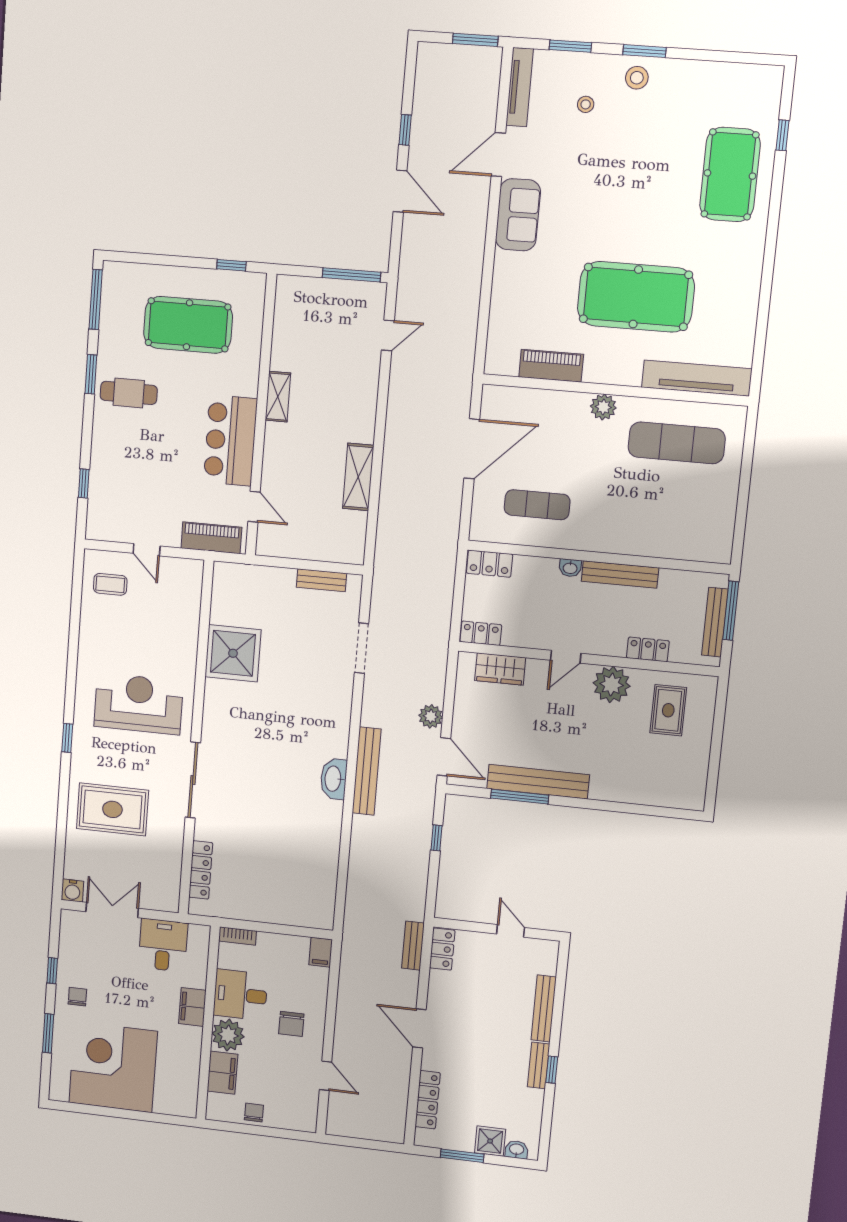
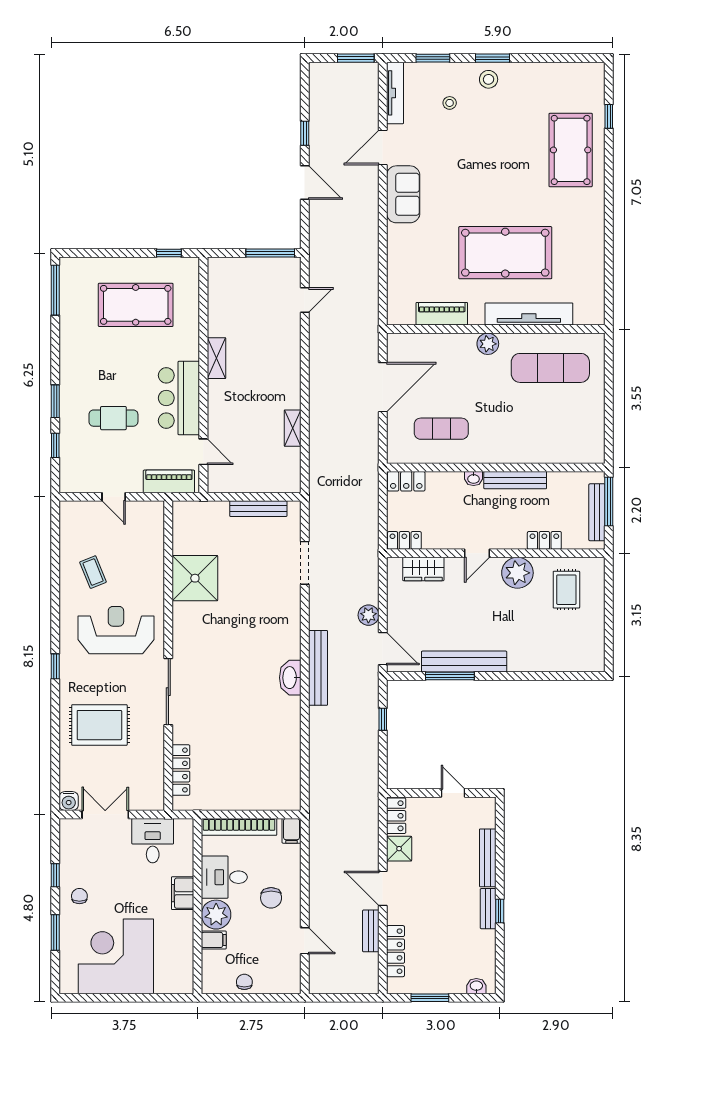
window: (91, 374) -> (55, 401), moved
tv unit: (697, 378) -> (529, 314), moved
cafe table: (129, 393) -> (113, 418), moved
shelving: (358, 477) -> (293, 428), width x0.67, depth x0.75
bench: (321, 580) -> (258, 509), width x1.36
coffee table: (110, 584) -> (93, 572), moved, turned 68
bookcase: (238, 936) -> (239, 827), width x2.31, depth x1.31
bench: (413, 946) -> (371, 931), moved
filing cabinet: (222, 1073) -> (214, 940), width x0.50
shower: (490, 1141) -> (399, 849), moved

